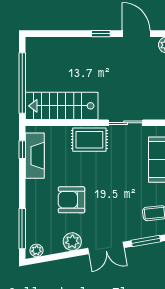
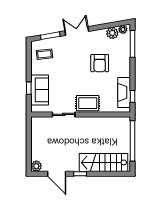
stairs: (62, 106) -> (104, 162), moved, turned 180
armchair: (72, 200) -> (100, 63), turned 90
plant: (72, 242) -> (112, 33), moved

